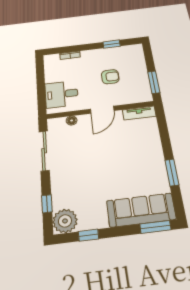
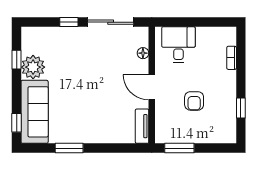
window: (47, 204) -> (69, 22), moved
plant: (65, 221) -> (33, 67), moved
window: (155, 227) -> (17, 123), width x0.67

